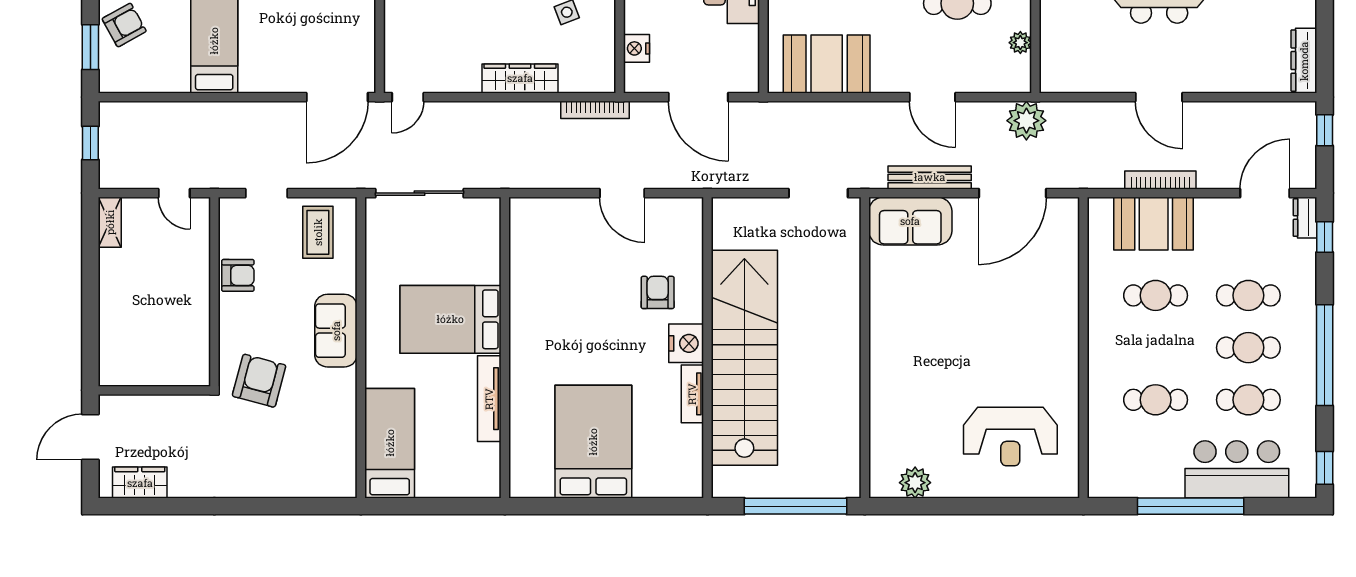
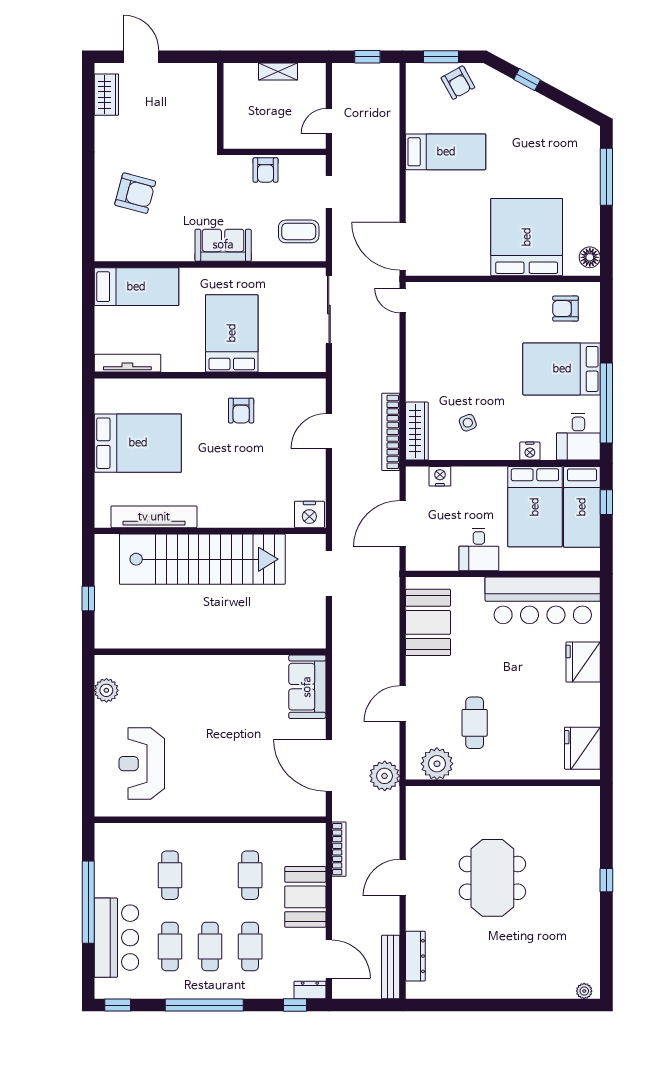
plant: (1020, 43) -> (437, 764), width x1.88, depth x1.88
dresser: (1304, 61) -> (415, 956), moved, turned 90
wardrobe: (520, 78) -> (417, 431), moved
bookcase: (595, 110) -> (391, 432), width x1.48, depth x1.31
window: (1325, 130) -> (377, 1005), removed
bench: (930, 177) -> (391, 967), moved
bookcase: (1160, 180) -> (339, 849), moved
door: (622, 193) -> (329, 431), moved
doorway: (818, 193) -> (329, 574), moved
shelving: (110, 222) -> (278, 72), moved
booth: (1154, 224) -> (305, 897), moved
armchair: (658, 292) -> (241, 411), moved, turned 90
nightstand: (686, 343) -> (309, 514), moved
armchair: (259, 381) -> (135, 193), moved
wall: (154, 390) -> (220, 106), moved
tv unit: (692, 394) -> (154, 517), width x1.92, depth x1.29
tv unit: (489, 399) -> (127, 363), moved
window: (795, 506) -> (88, 598), width x0.32

